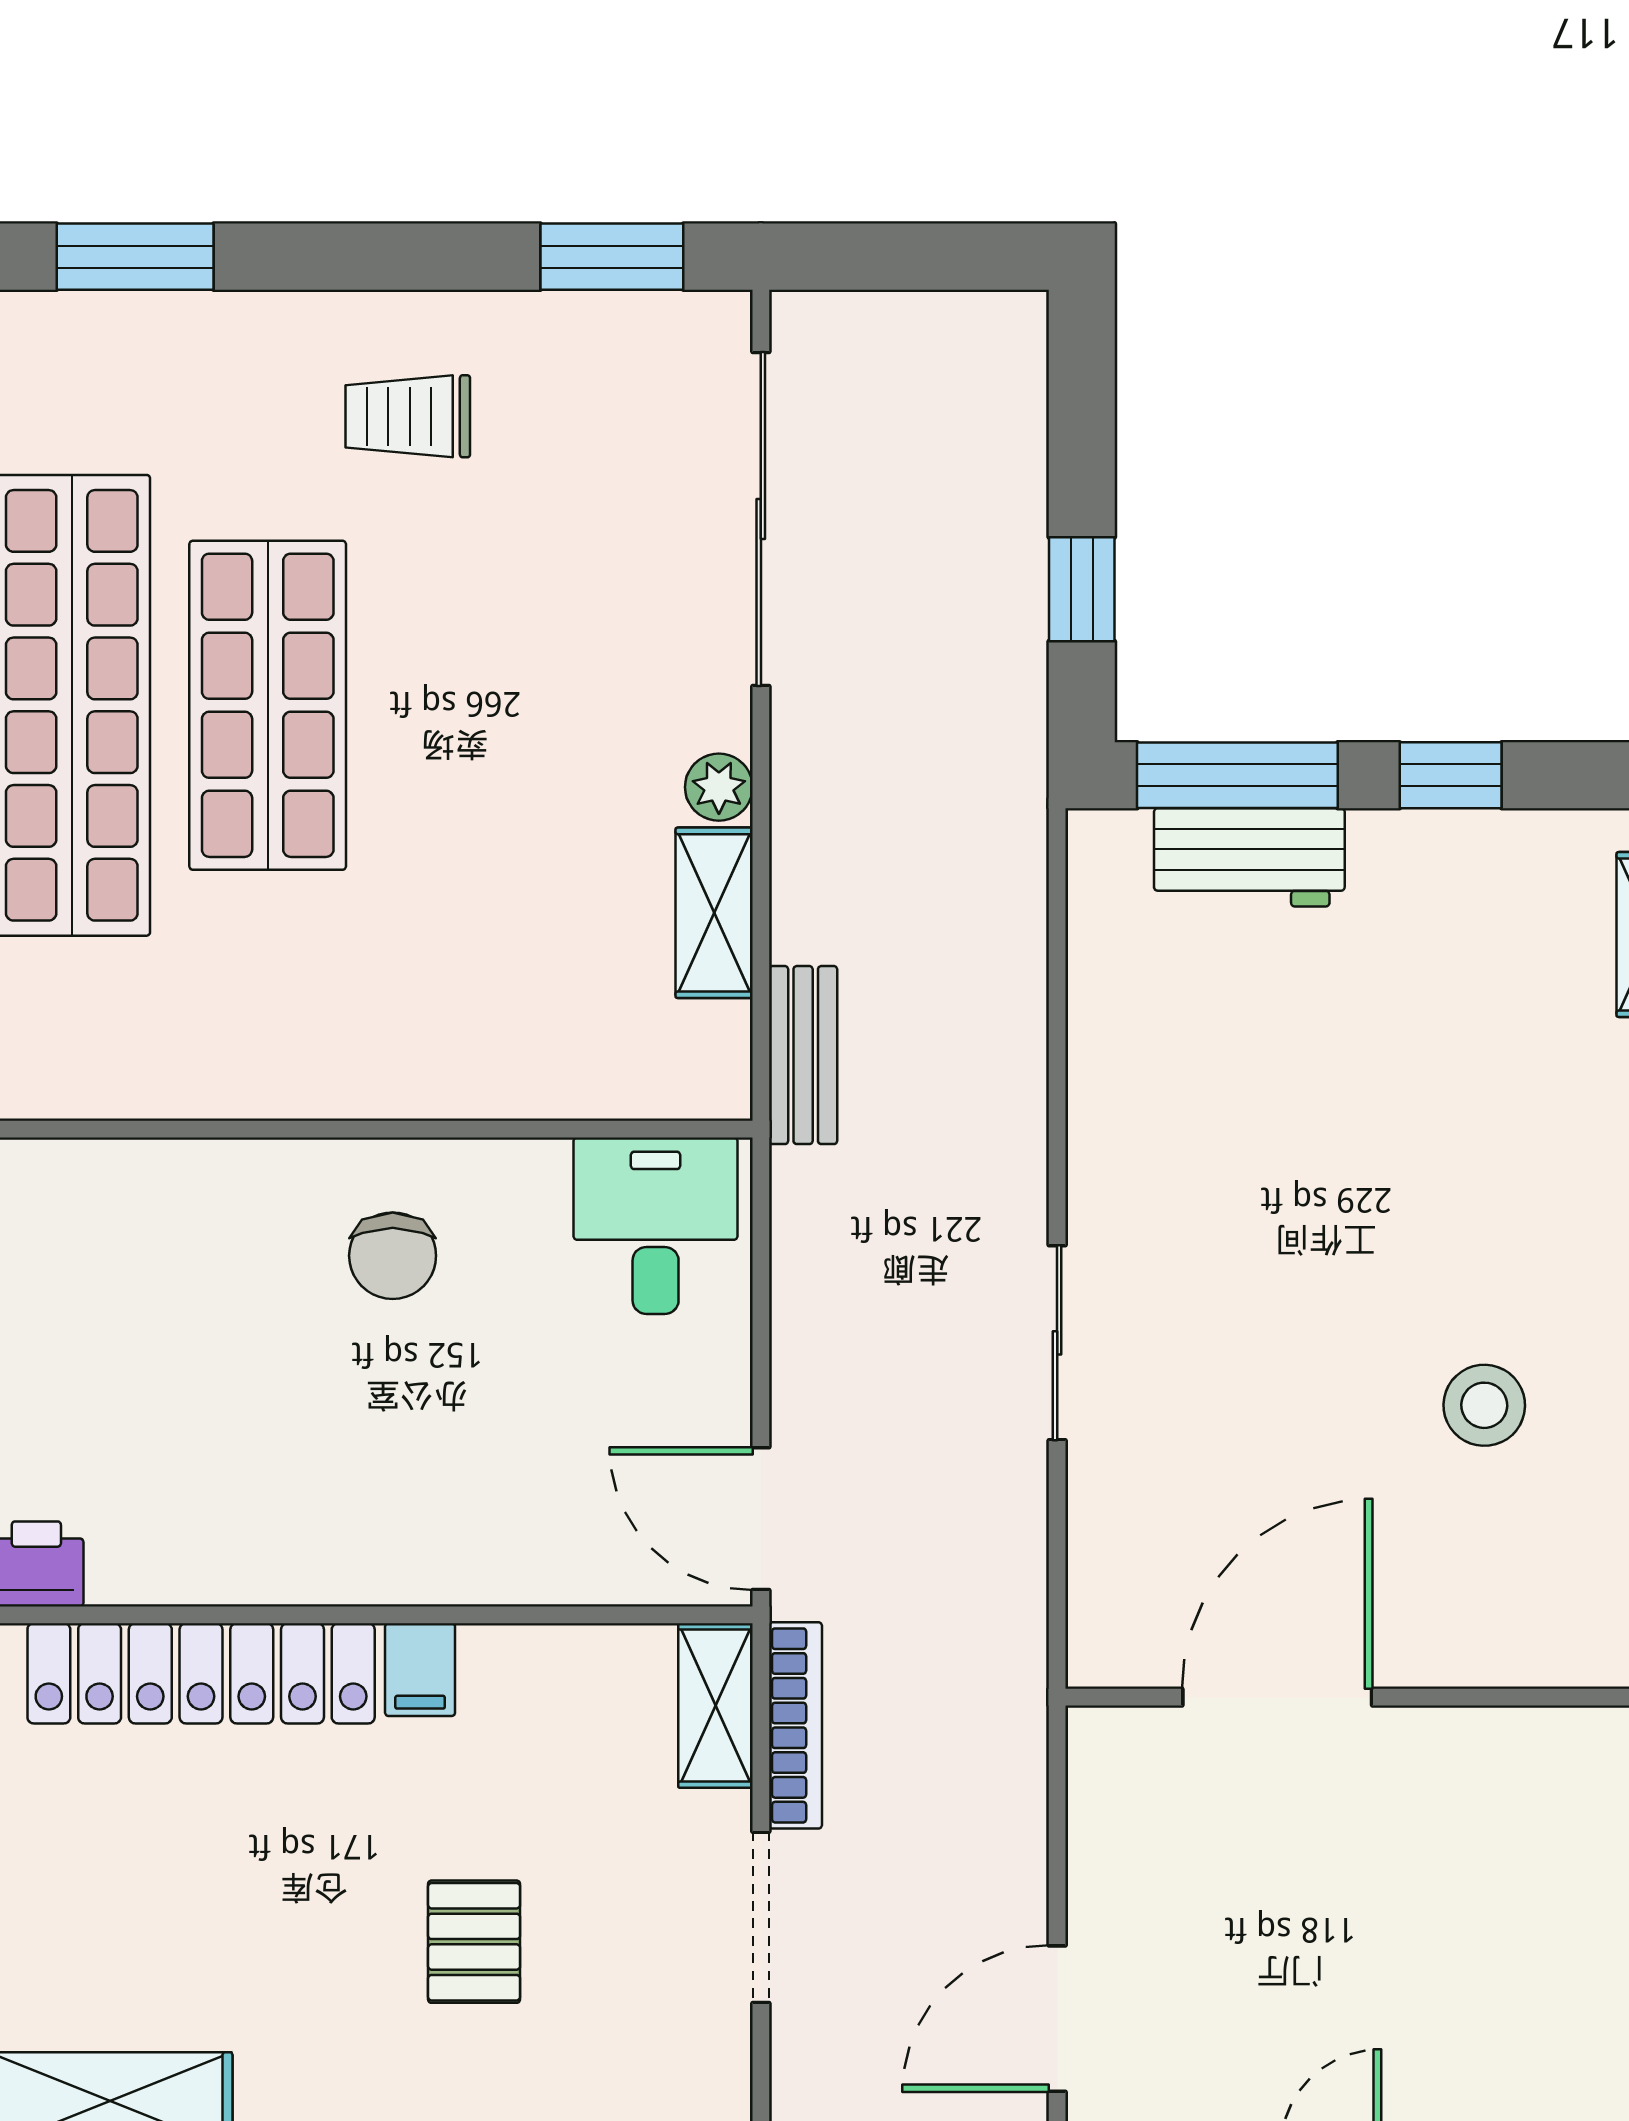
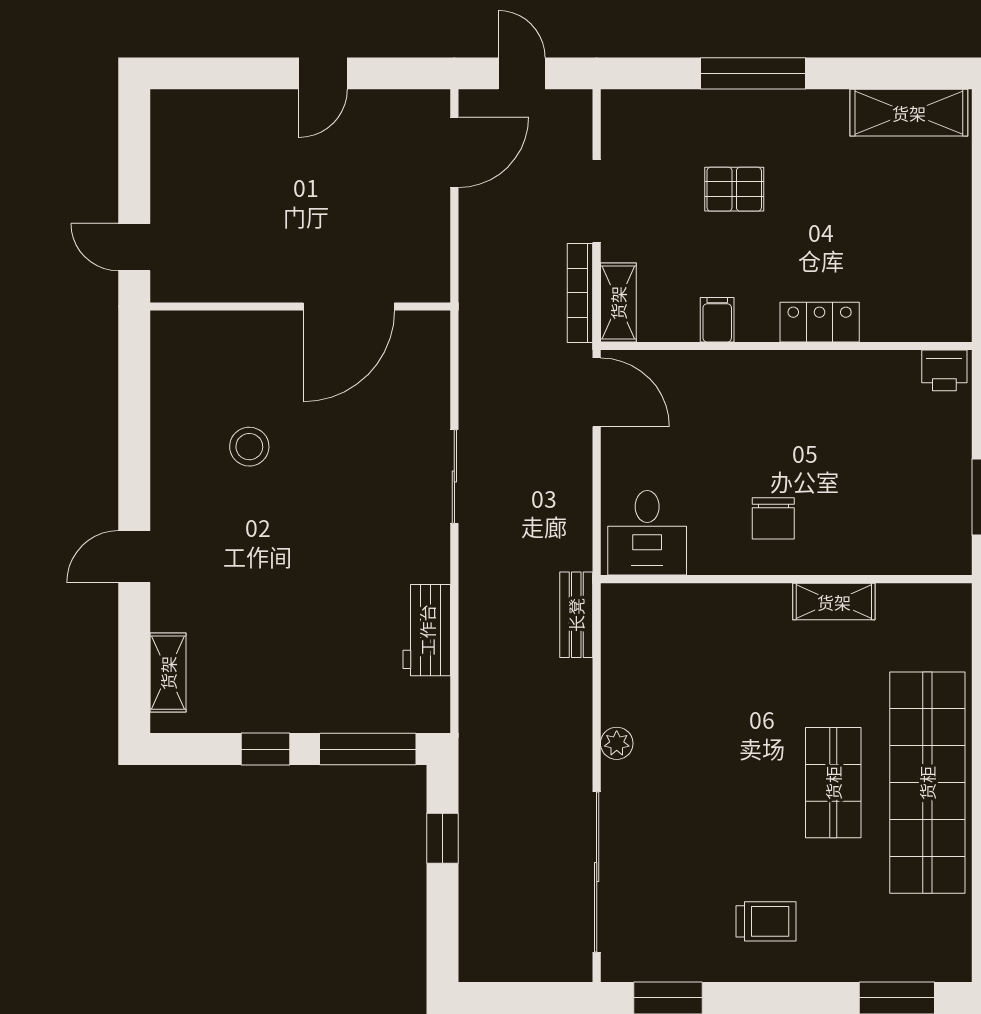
shop shelf: (268, 705) -> (833, 783), width x0.70, depth x0.74
workbench: (1249, 857) -> (427, 630), moved, turned -90
shelving: (714, 913) -> (834, 602), moved, turned 90
chair: (393, 1256) -> (773, 518), turned 180
filing cabinet: (420, 1670) -> (717, 320), moved
locker: (201, 1673) -> (820, 322), width x0.46, depth x0.83
pallet: (474, 1942) -> (734, 189), turned 90

